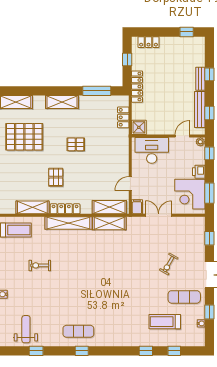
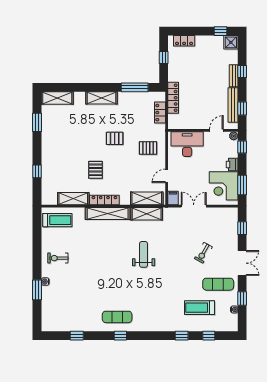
locker: (137, 87) -> (173, 98), moved
shower: (139, 127) -> (231, 42), moved
pallet: (24, 137) -> (148, 148), moved, width x0.49, depth x0.50
exercise bike: (40, 265) -> (58, 258), moved
weight bench: (26, 329) -> (144, 254), moved

